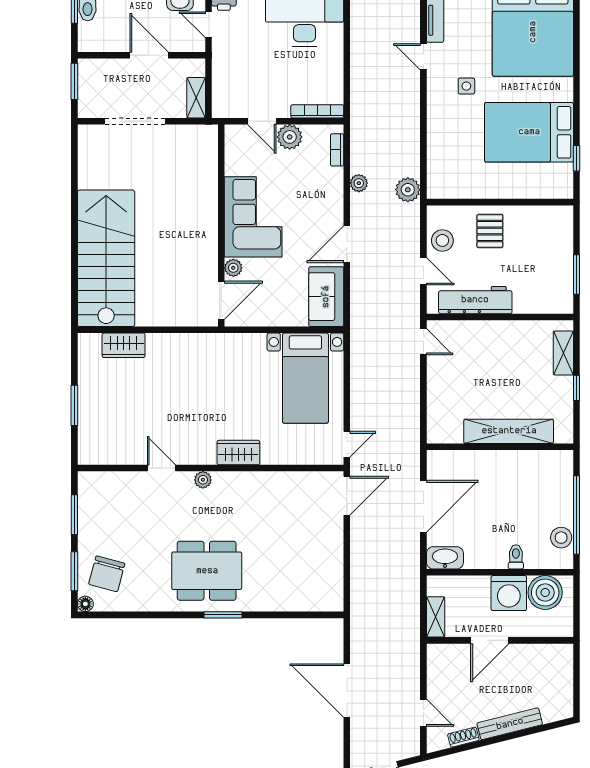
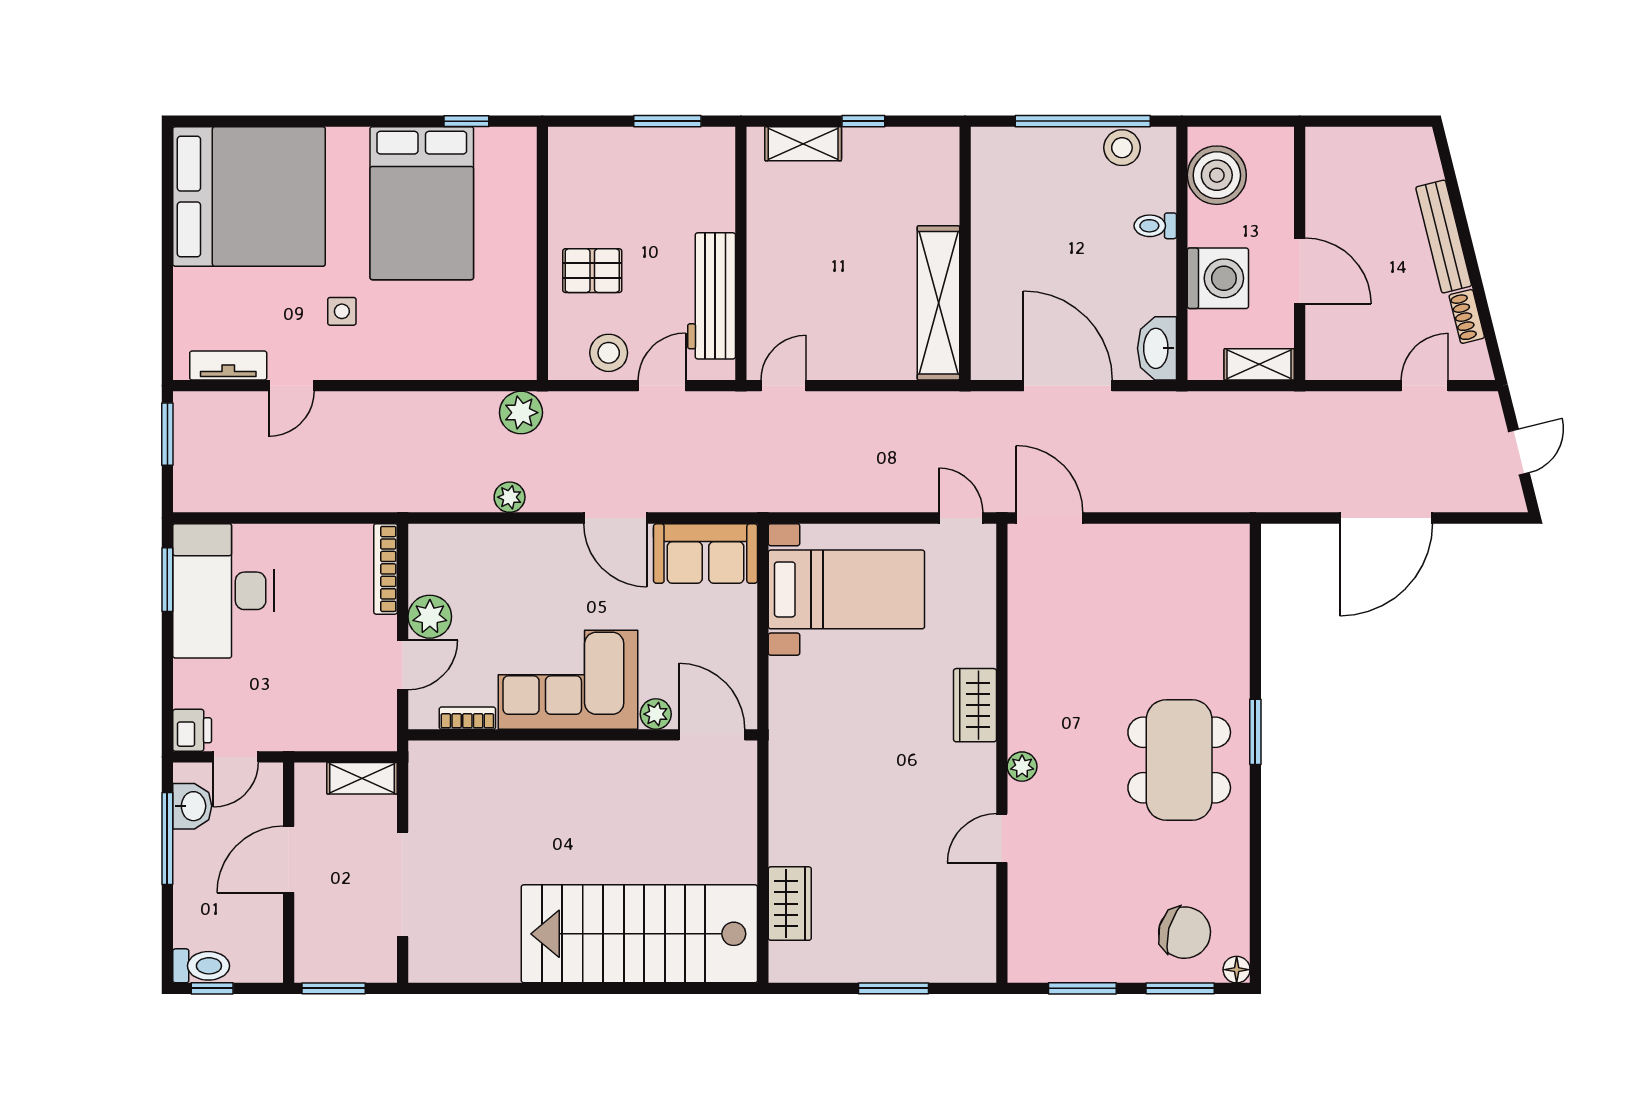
bookcase: (337, 150) -> (467, 718), moved, turned 180
shelving: (509, 431) -> (938, 303), moved
washing machine: (509, 593) -> (1218, 278), moved

